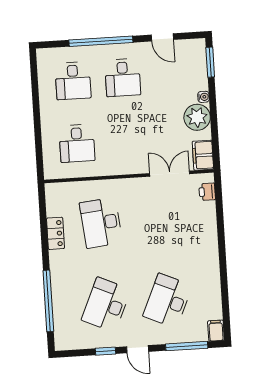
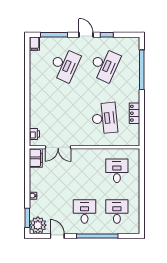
plant: (197, 117) -> (38, 225), moved

